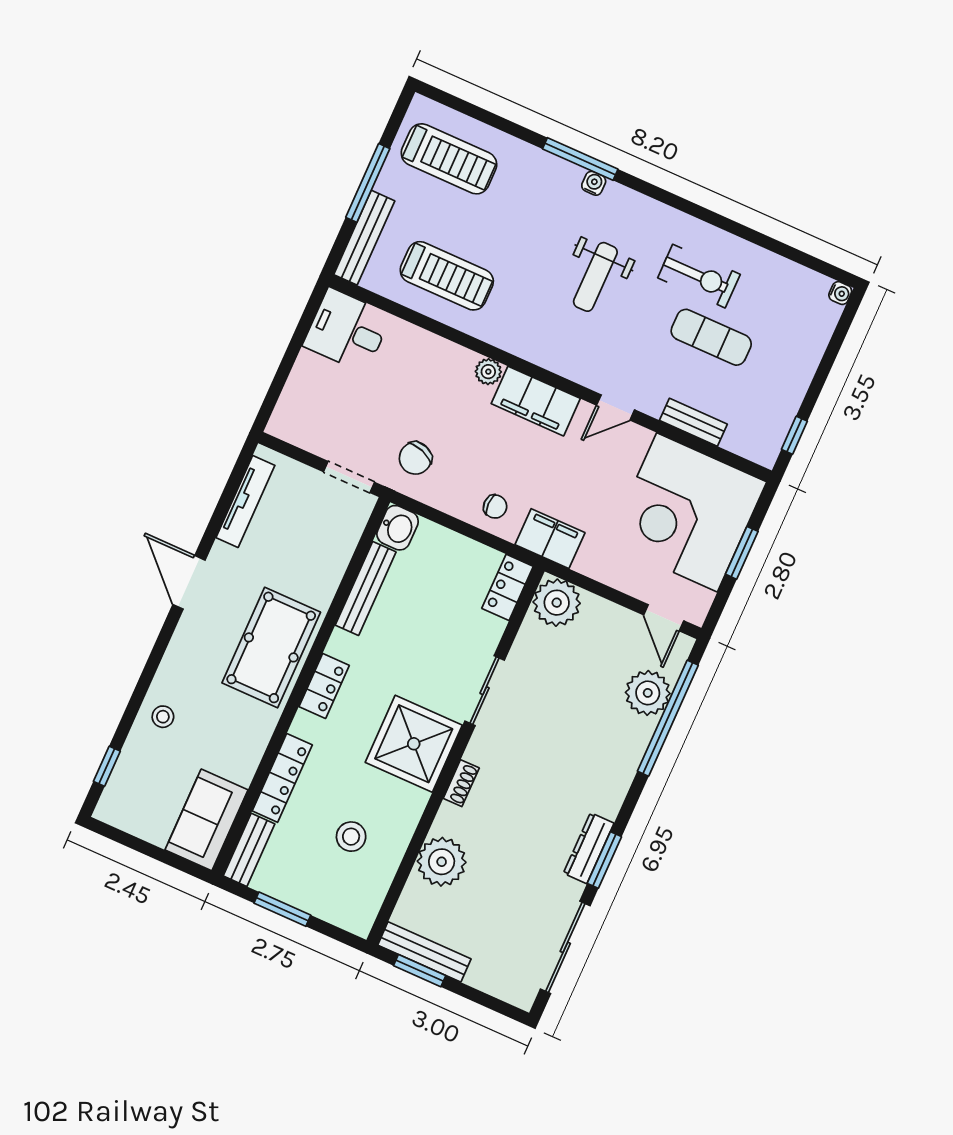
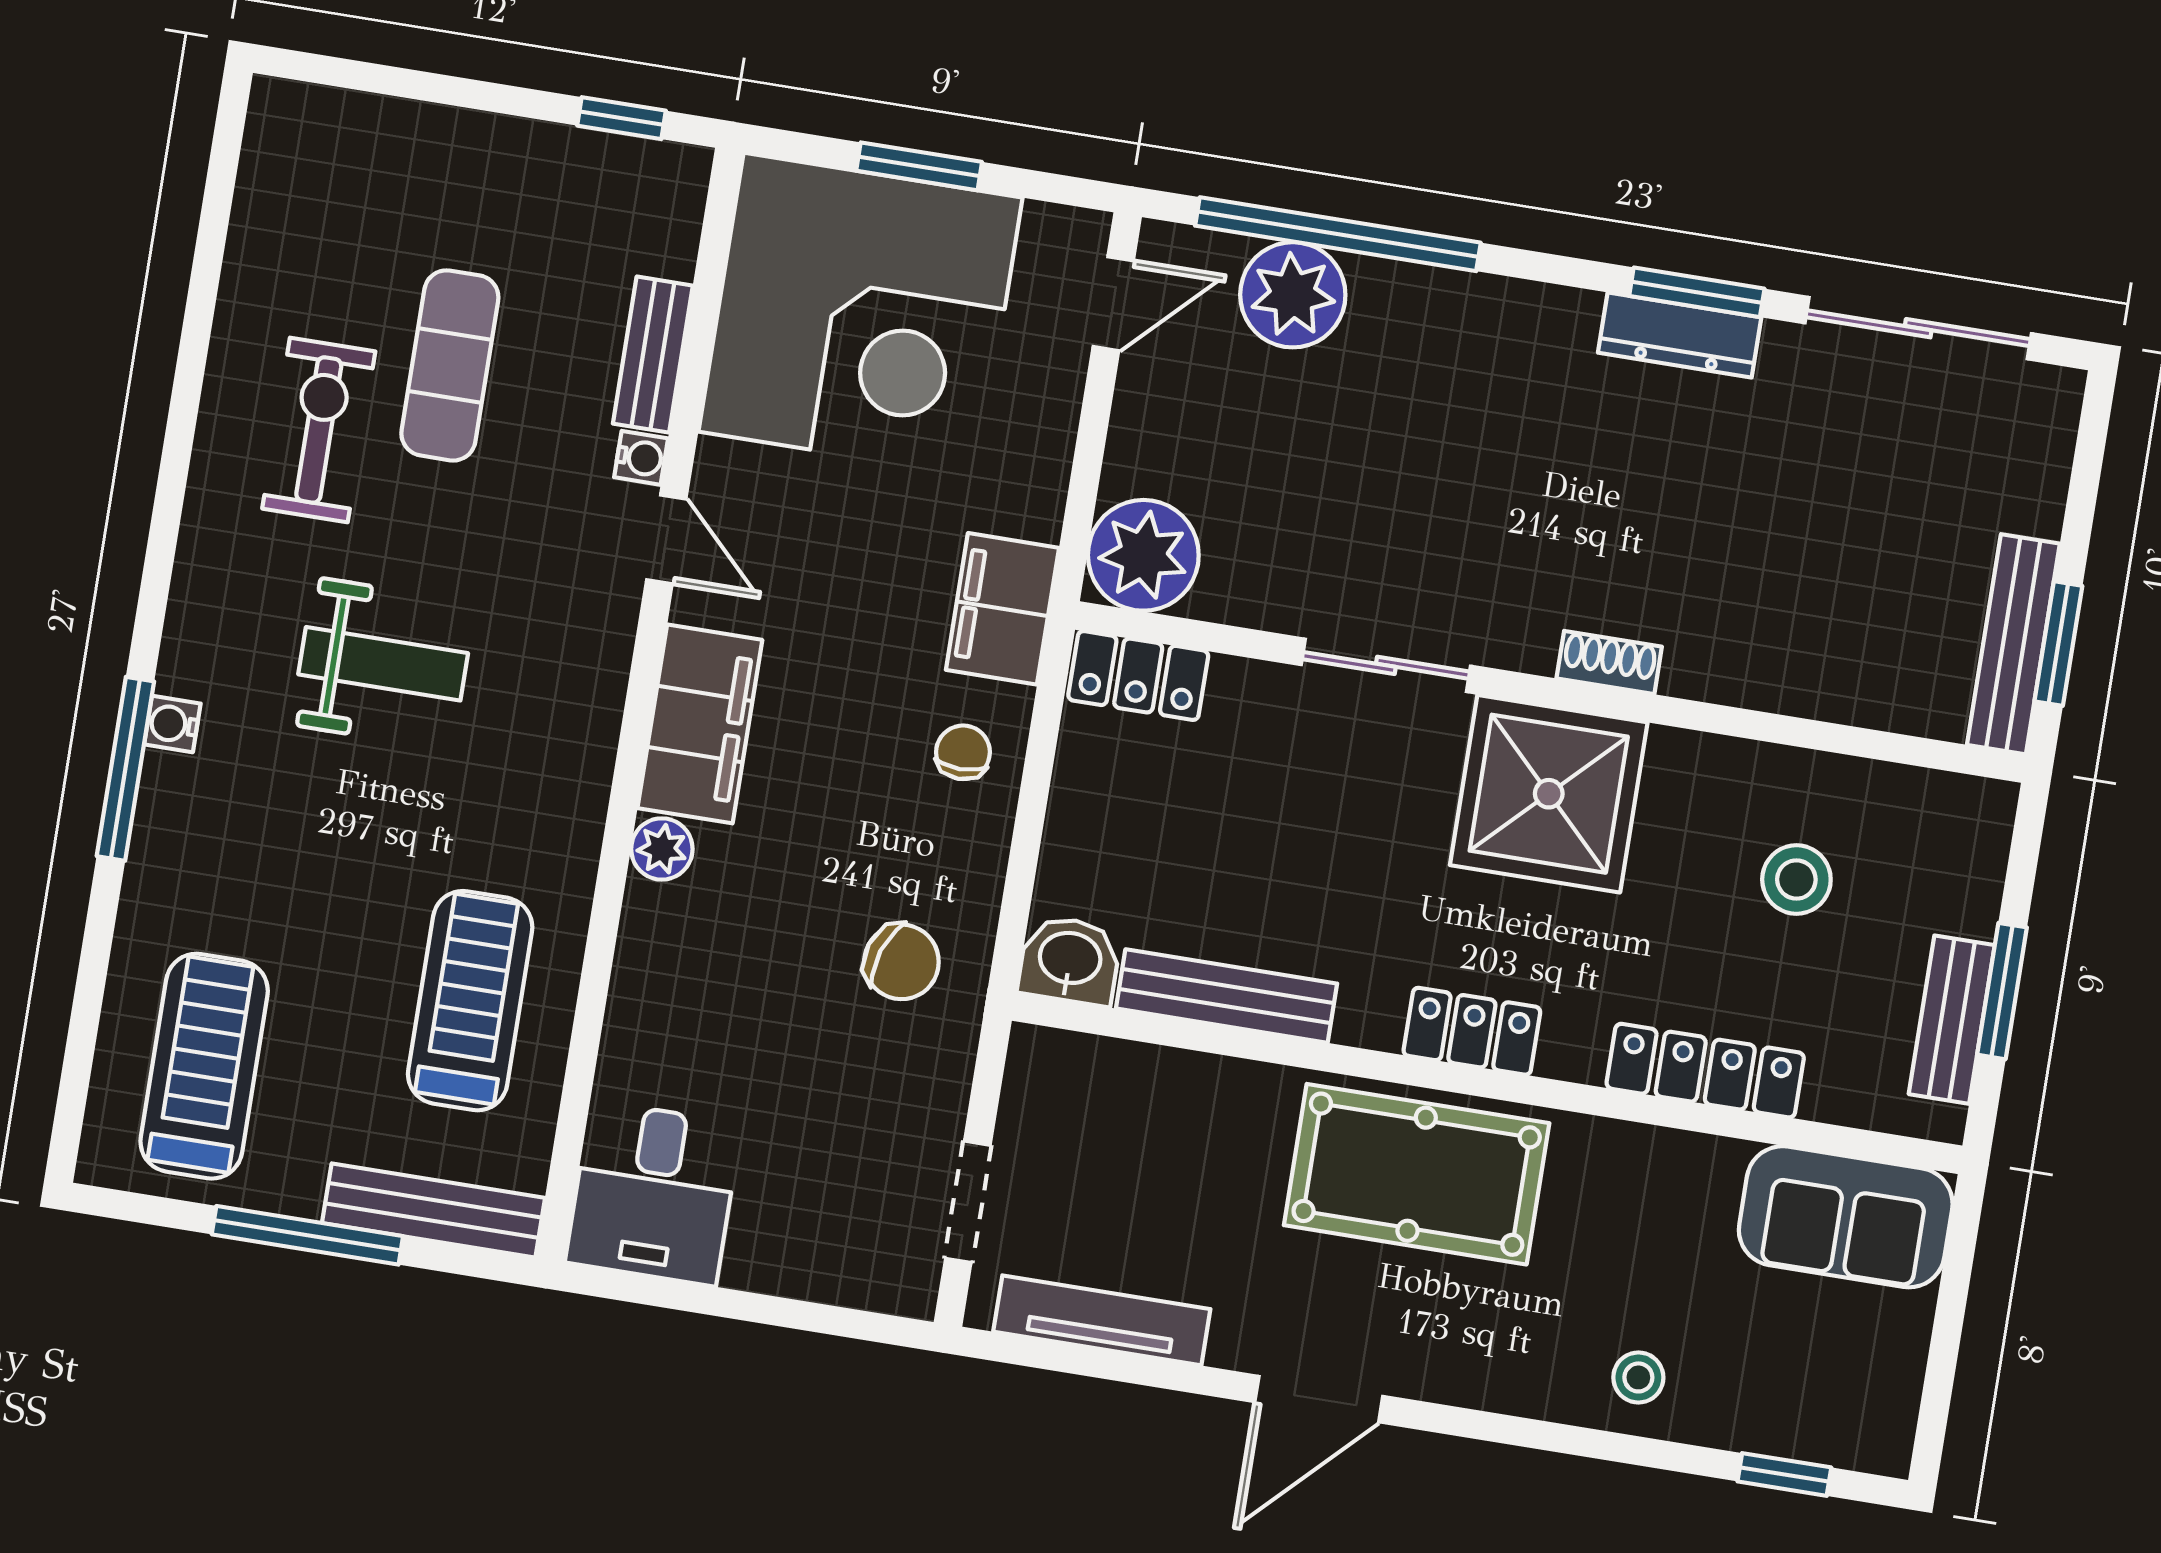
water cooler: (840, 293) -> (641, 458), moved, turned 90
doorway: (349, 477) -> (968, 1202), moved
bench: (249, 850) -> (1952, 1020), moved, turned 90
plant: (442, 862) -> (1799, 660), removed

